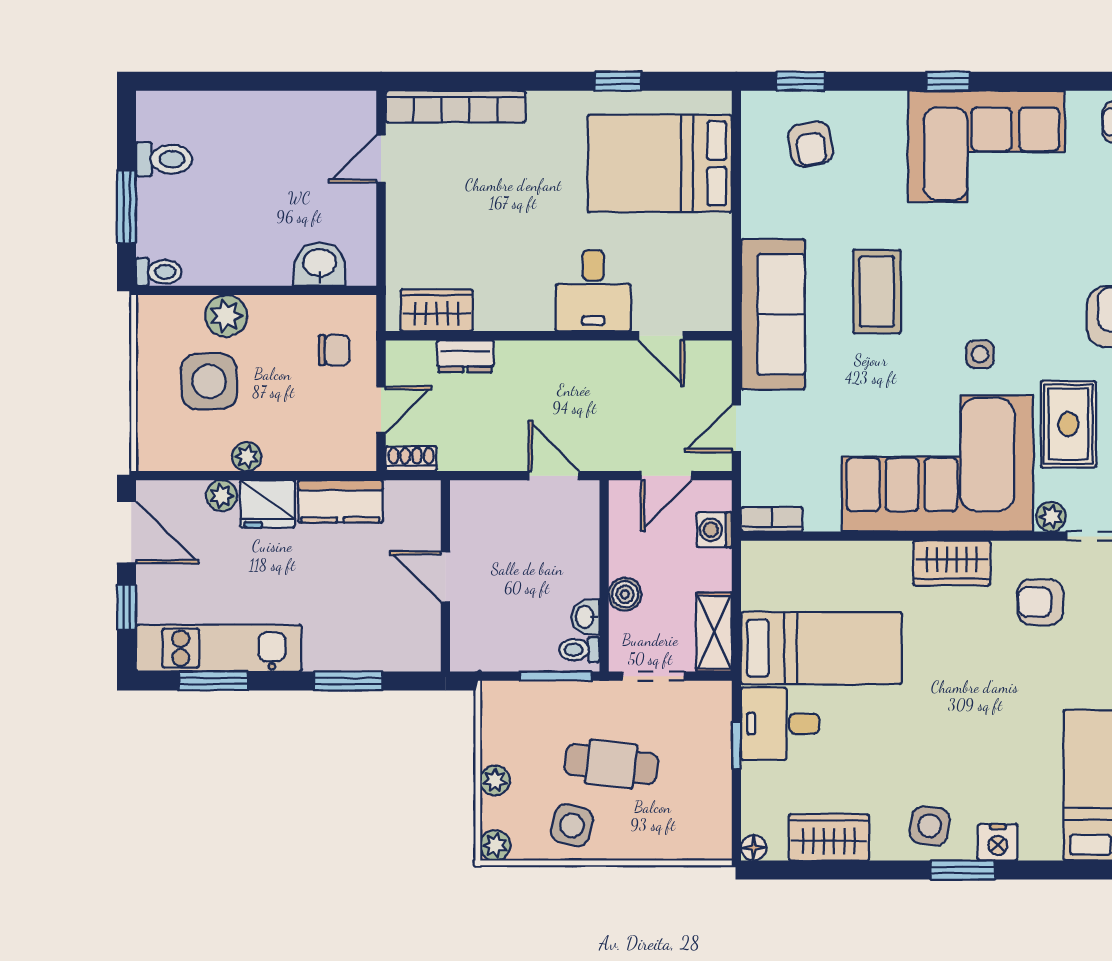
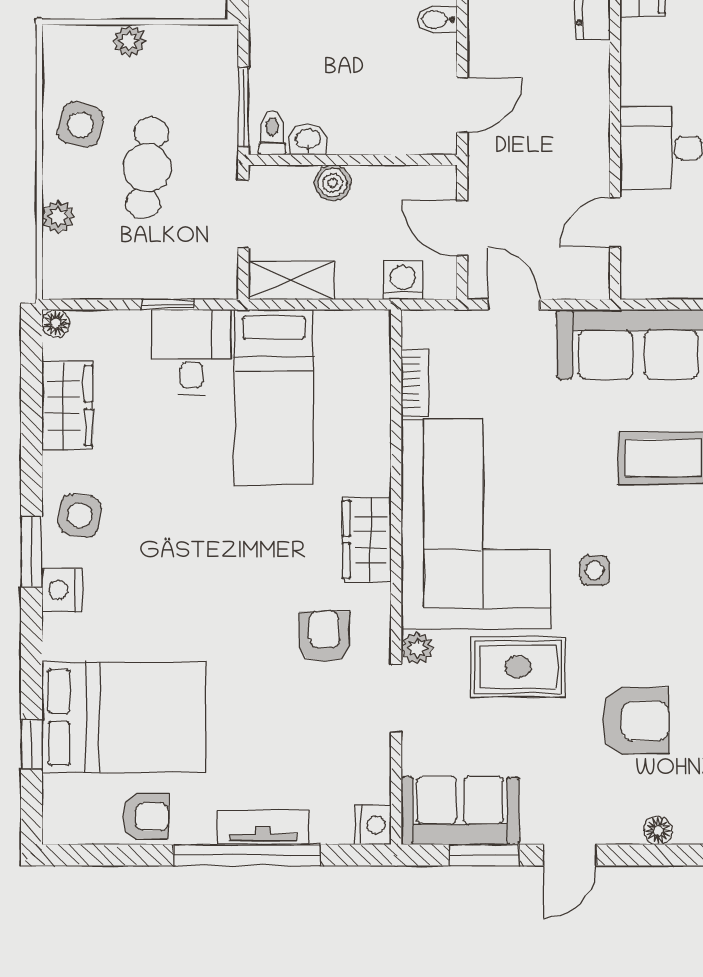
bidet: (476, 498) -> (437, 20), added
bookcase: (772, 519) -> (415, 383), moved
plant: (495, 845) -> (58, 217), moved

